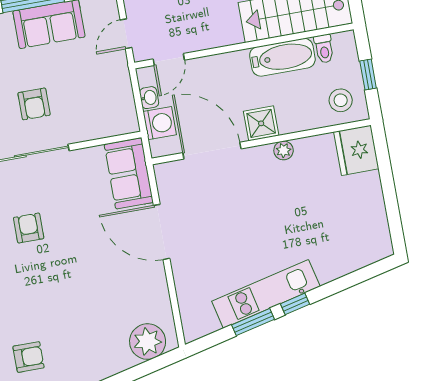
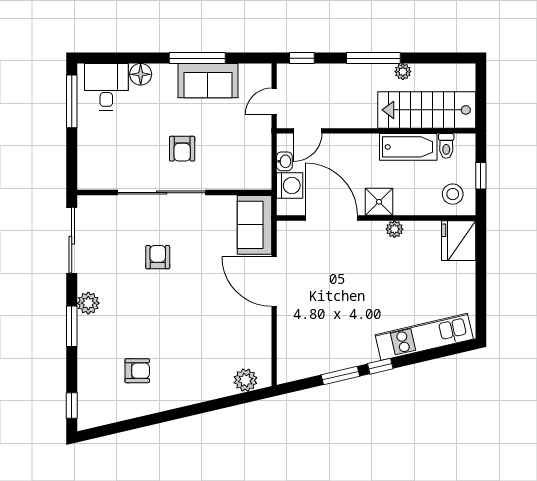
kitchen unit: (266, 294) -> (424, 337), moved
plant: (148, 342) -> (245, 380), width x0.73, depth x0.73

